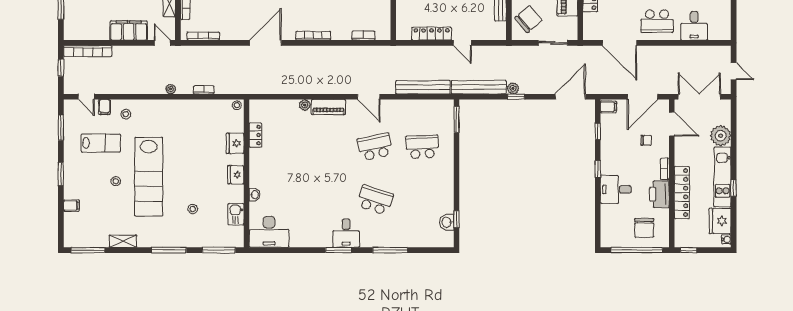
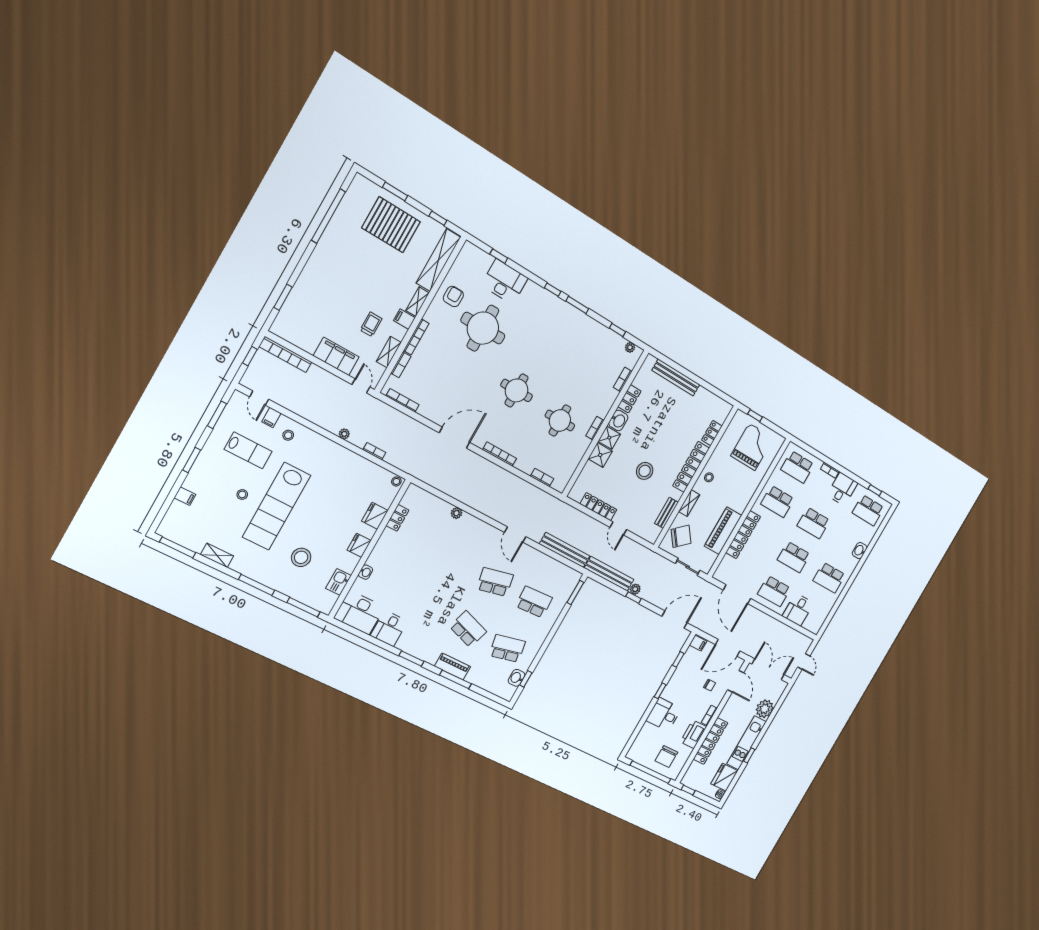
piano: (328, 107) -> (452, 666), moved, turned 180
school desk: (422, 200) -> (507, 648), added
stool: (193, 209) -> (301, 557), width x1.89, depth x1.89
desk: (346, 233) -> (389, 628), moved

